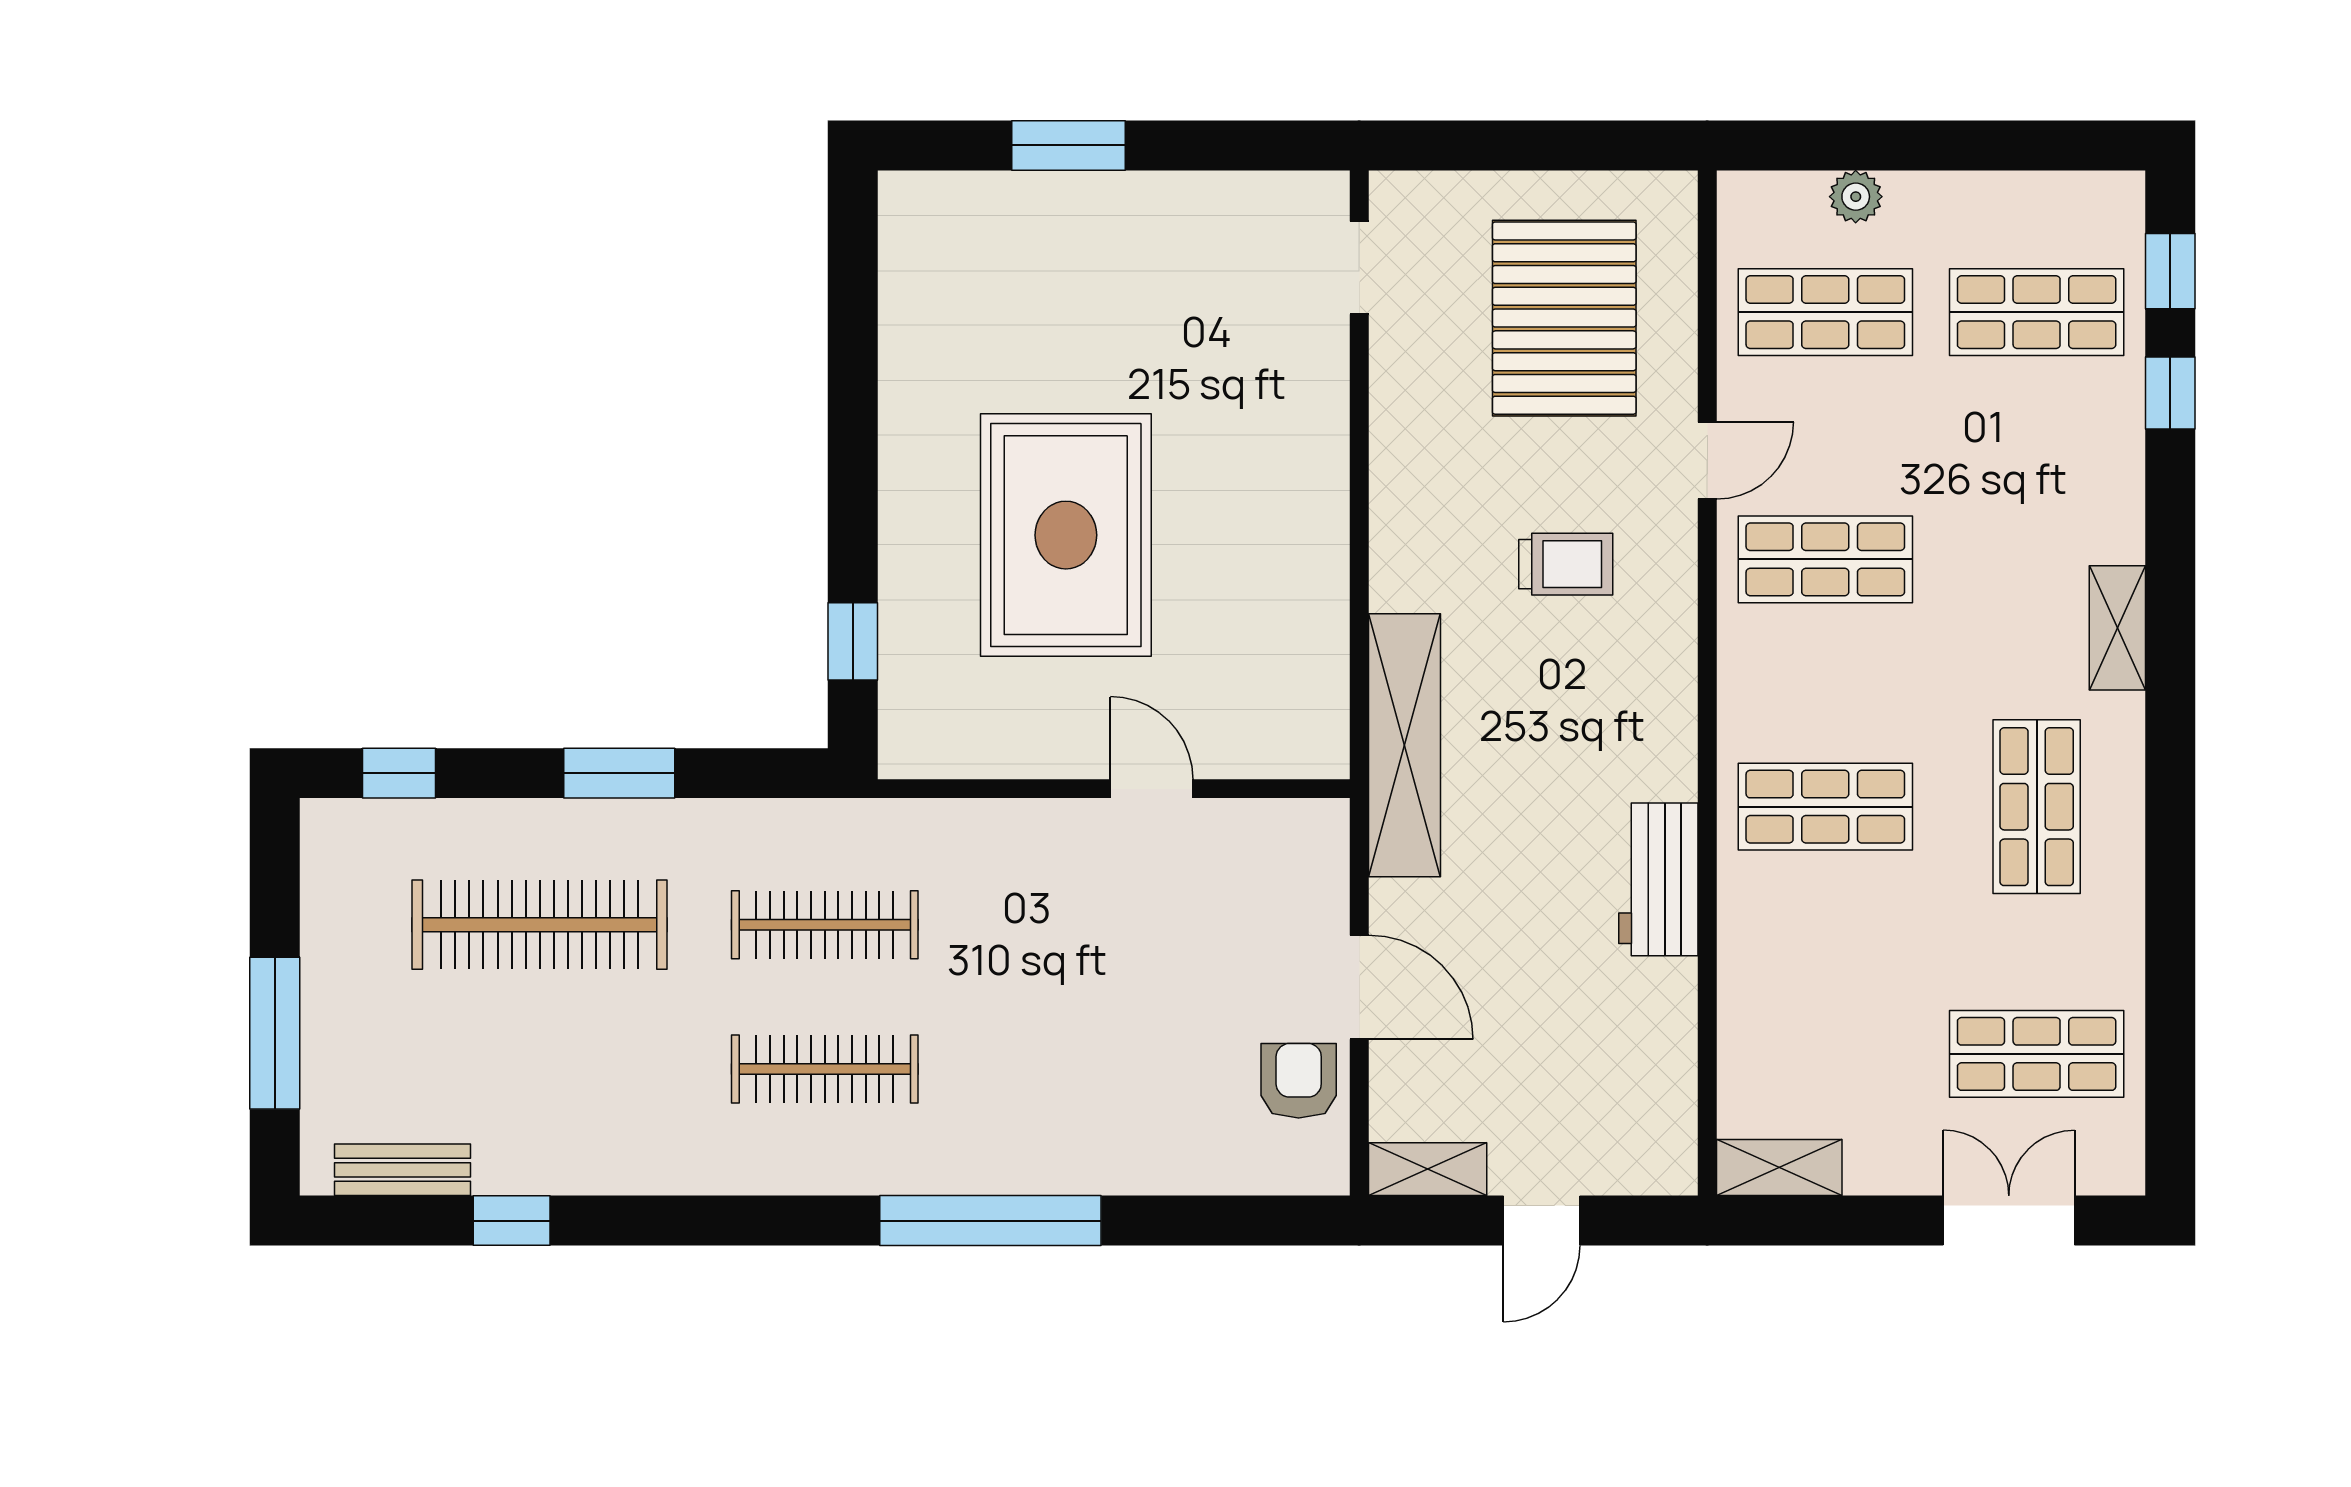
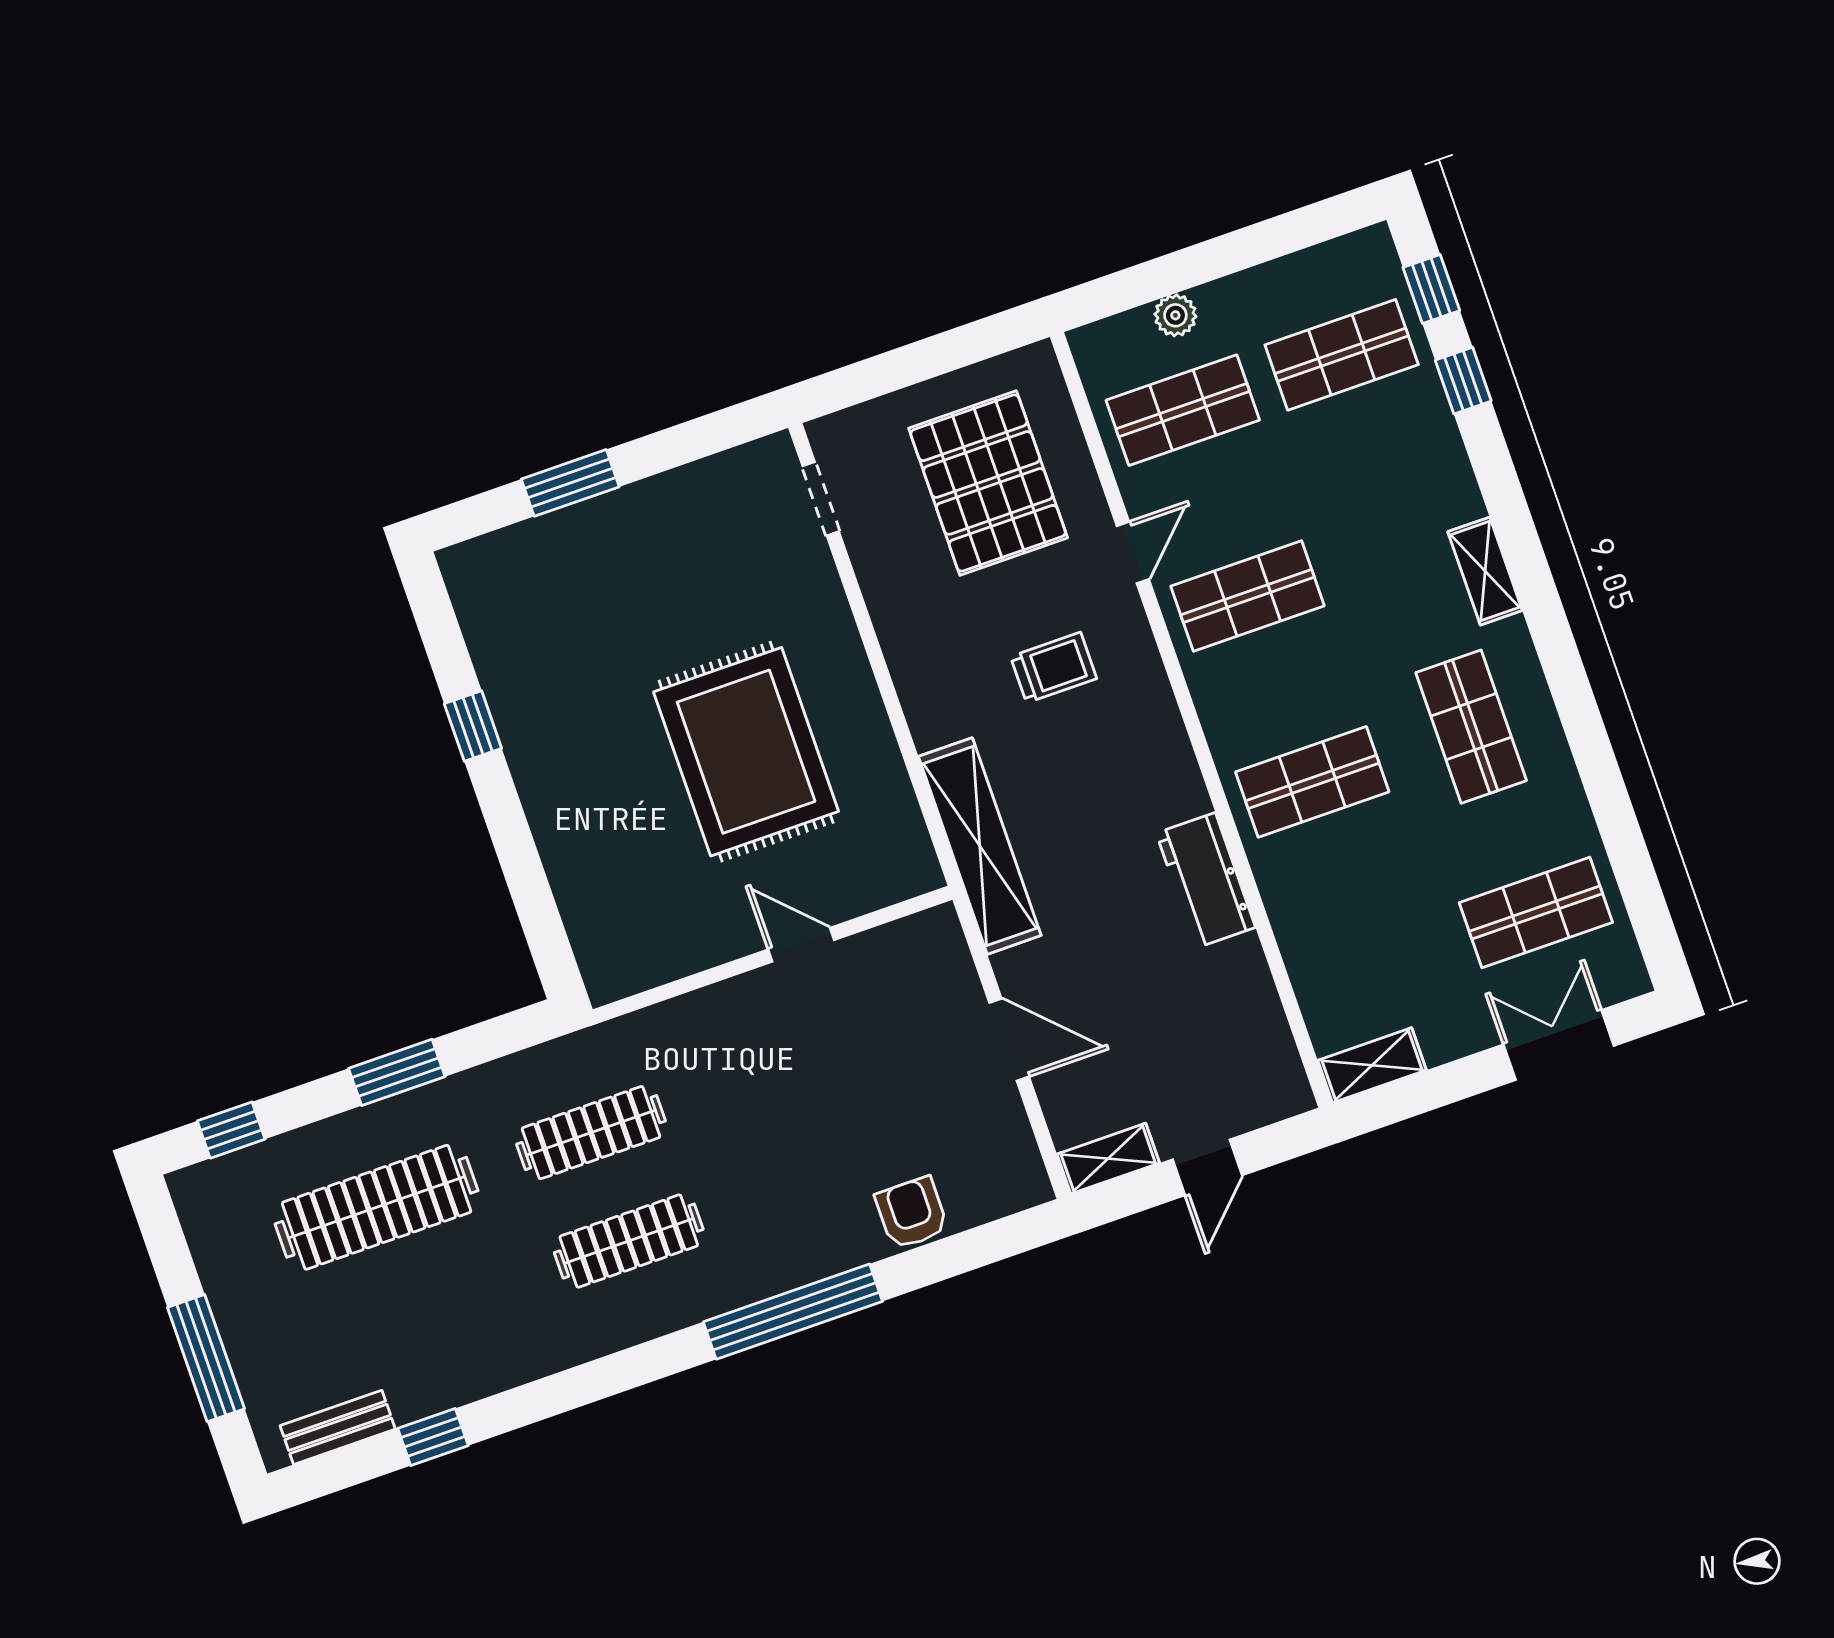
rug: (1066, 535) -> (746, 752), moved
window: (853, 641) -> (473, 726), moved
armchair: (1299, 1081) -> (912, 1213), moved

